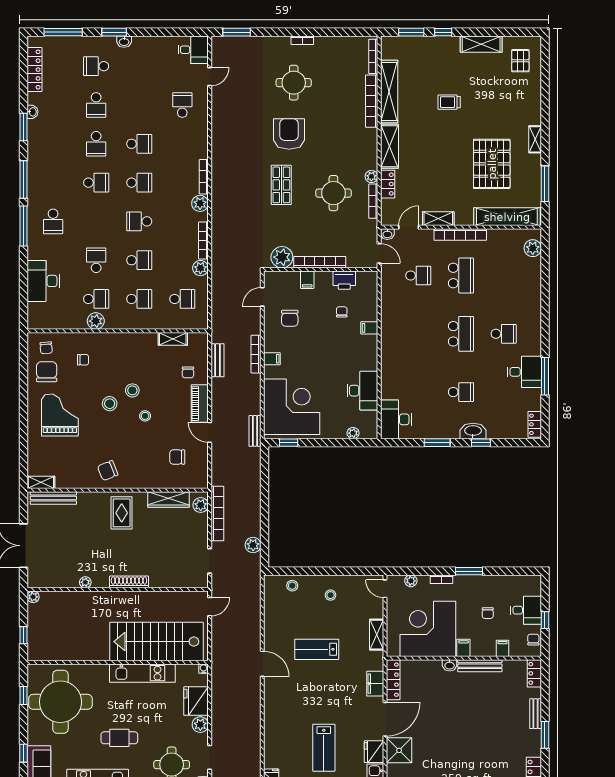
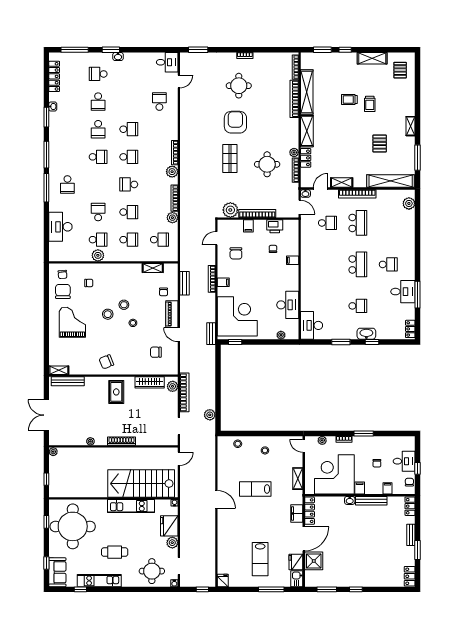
trolley: (478, 108) -> (370, 104), added
pallet: (492, 164) -> (380, 143), width x0.49, depth x0.50

